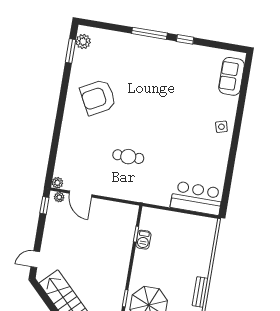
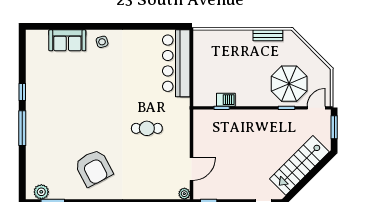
sofa: (231, 76) -> (67, 40), moved
cafe table: (128, 157) -> (147, 128), turned 90
plant: (59, 197) -> (198, 189), removed
bar counter: (197, 198) -> (176, 63), width x1.36

